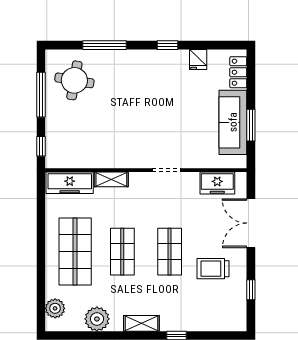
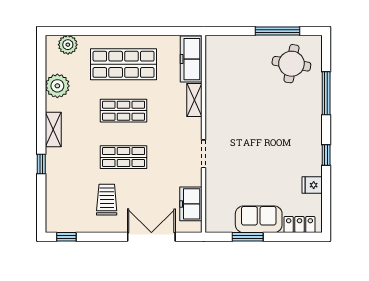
sofa: (233, 122) -> (259, 219), width x0.73
window: (41, 146) -> (227, 31), removed
window: (251, 290) -> (66, 237), moved

